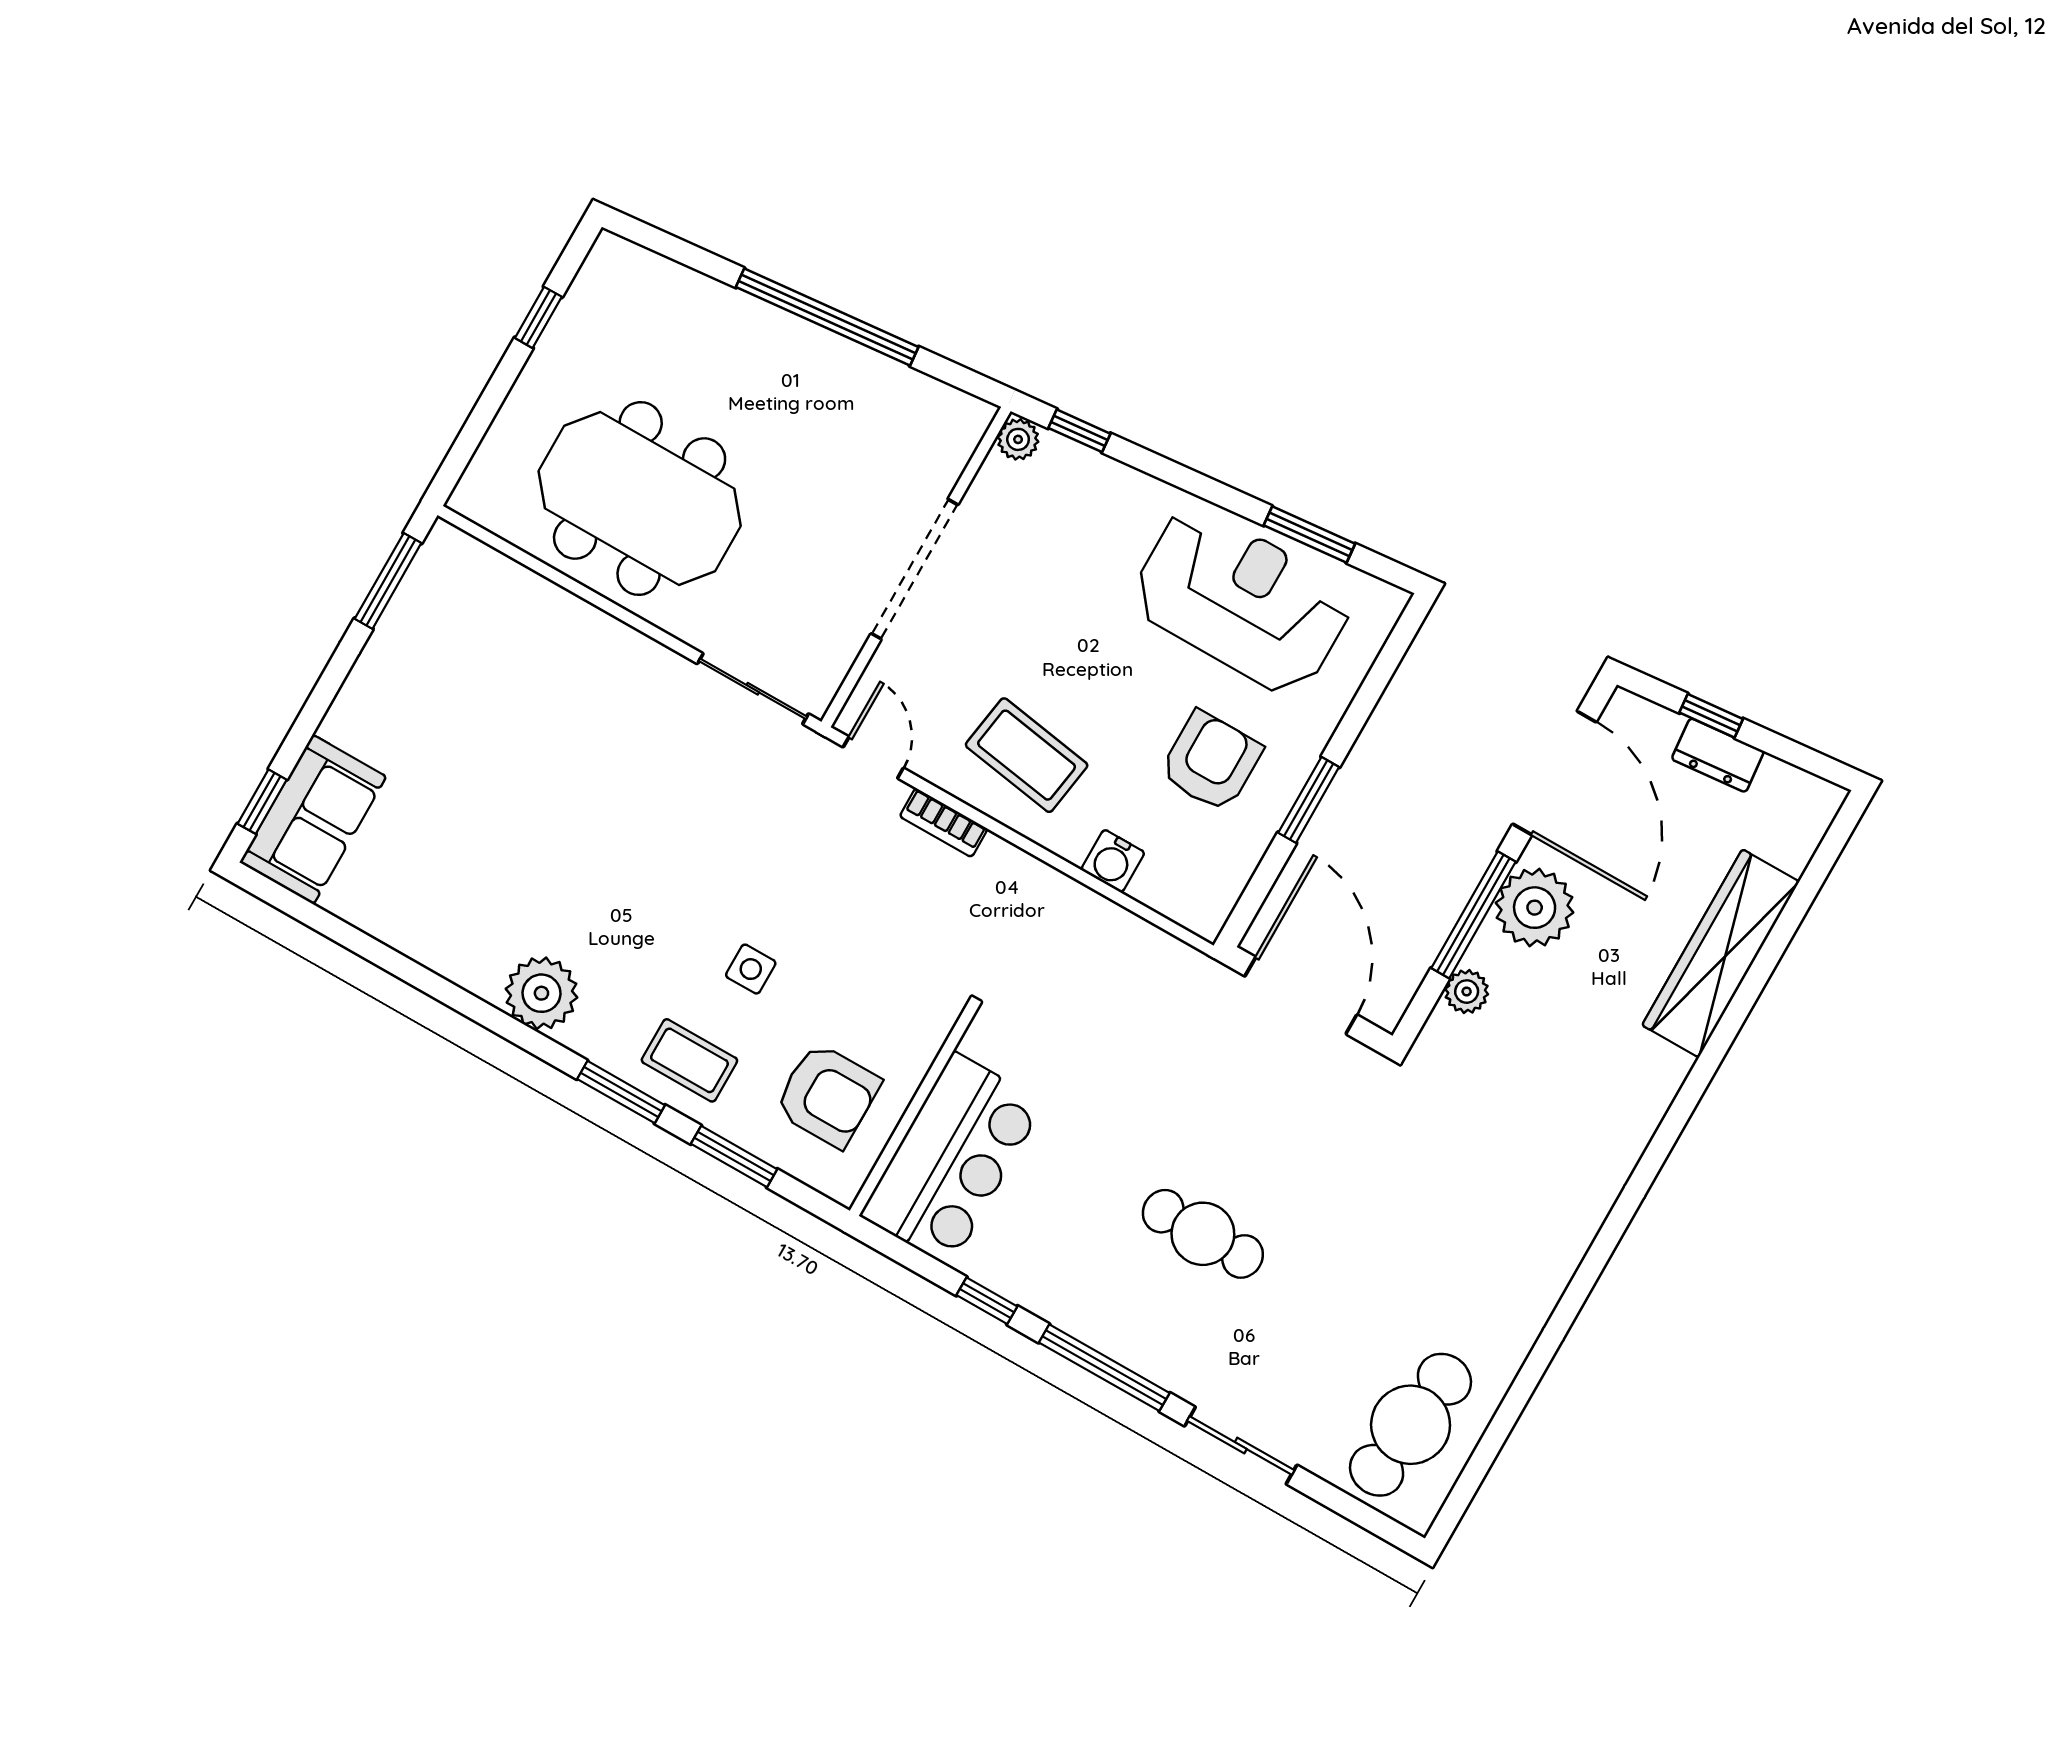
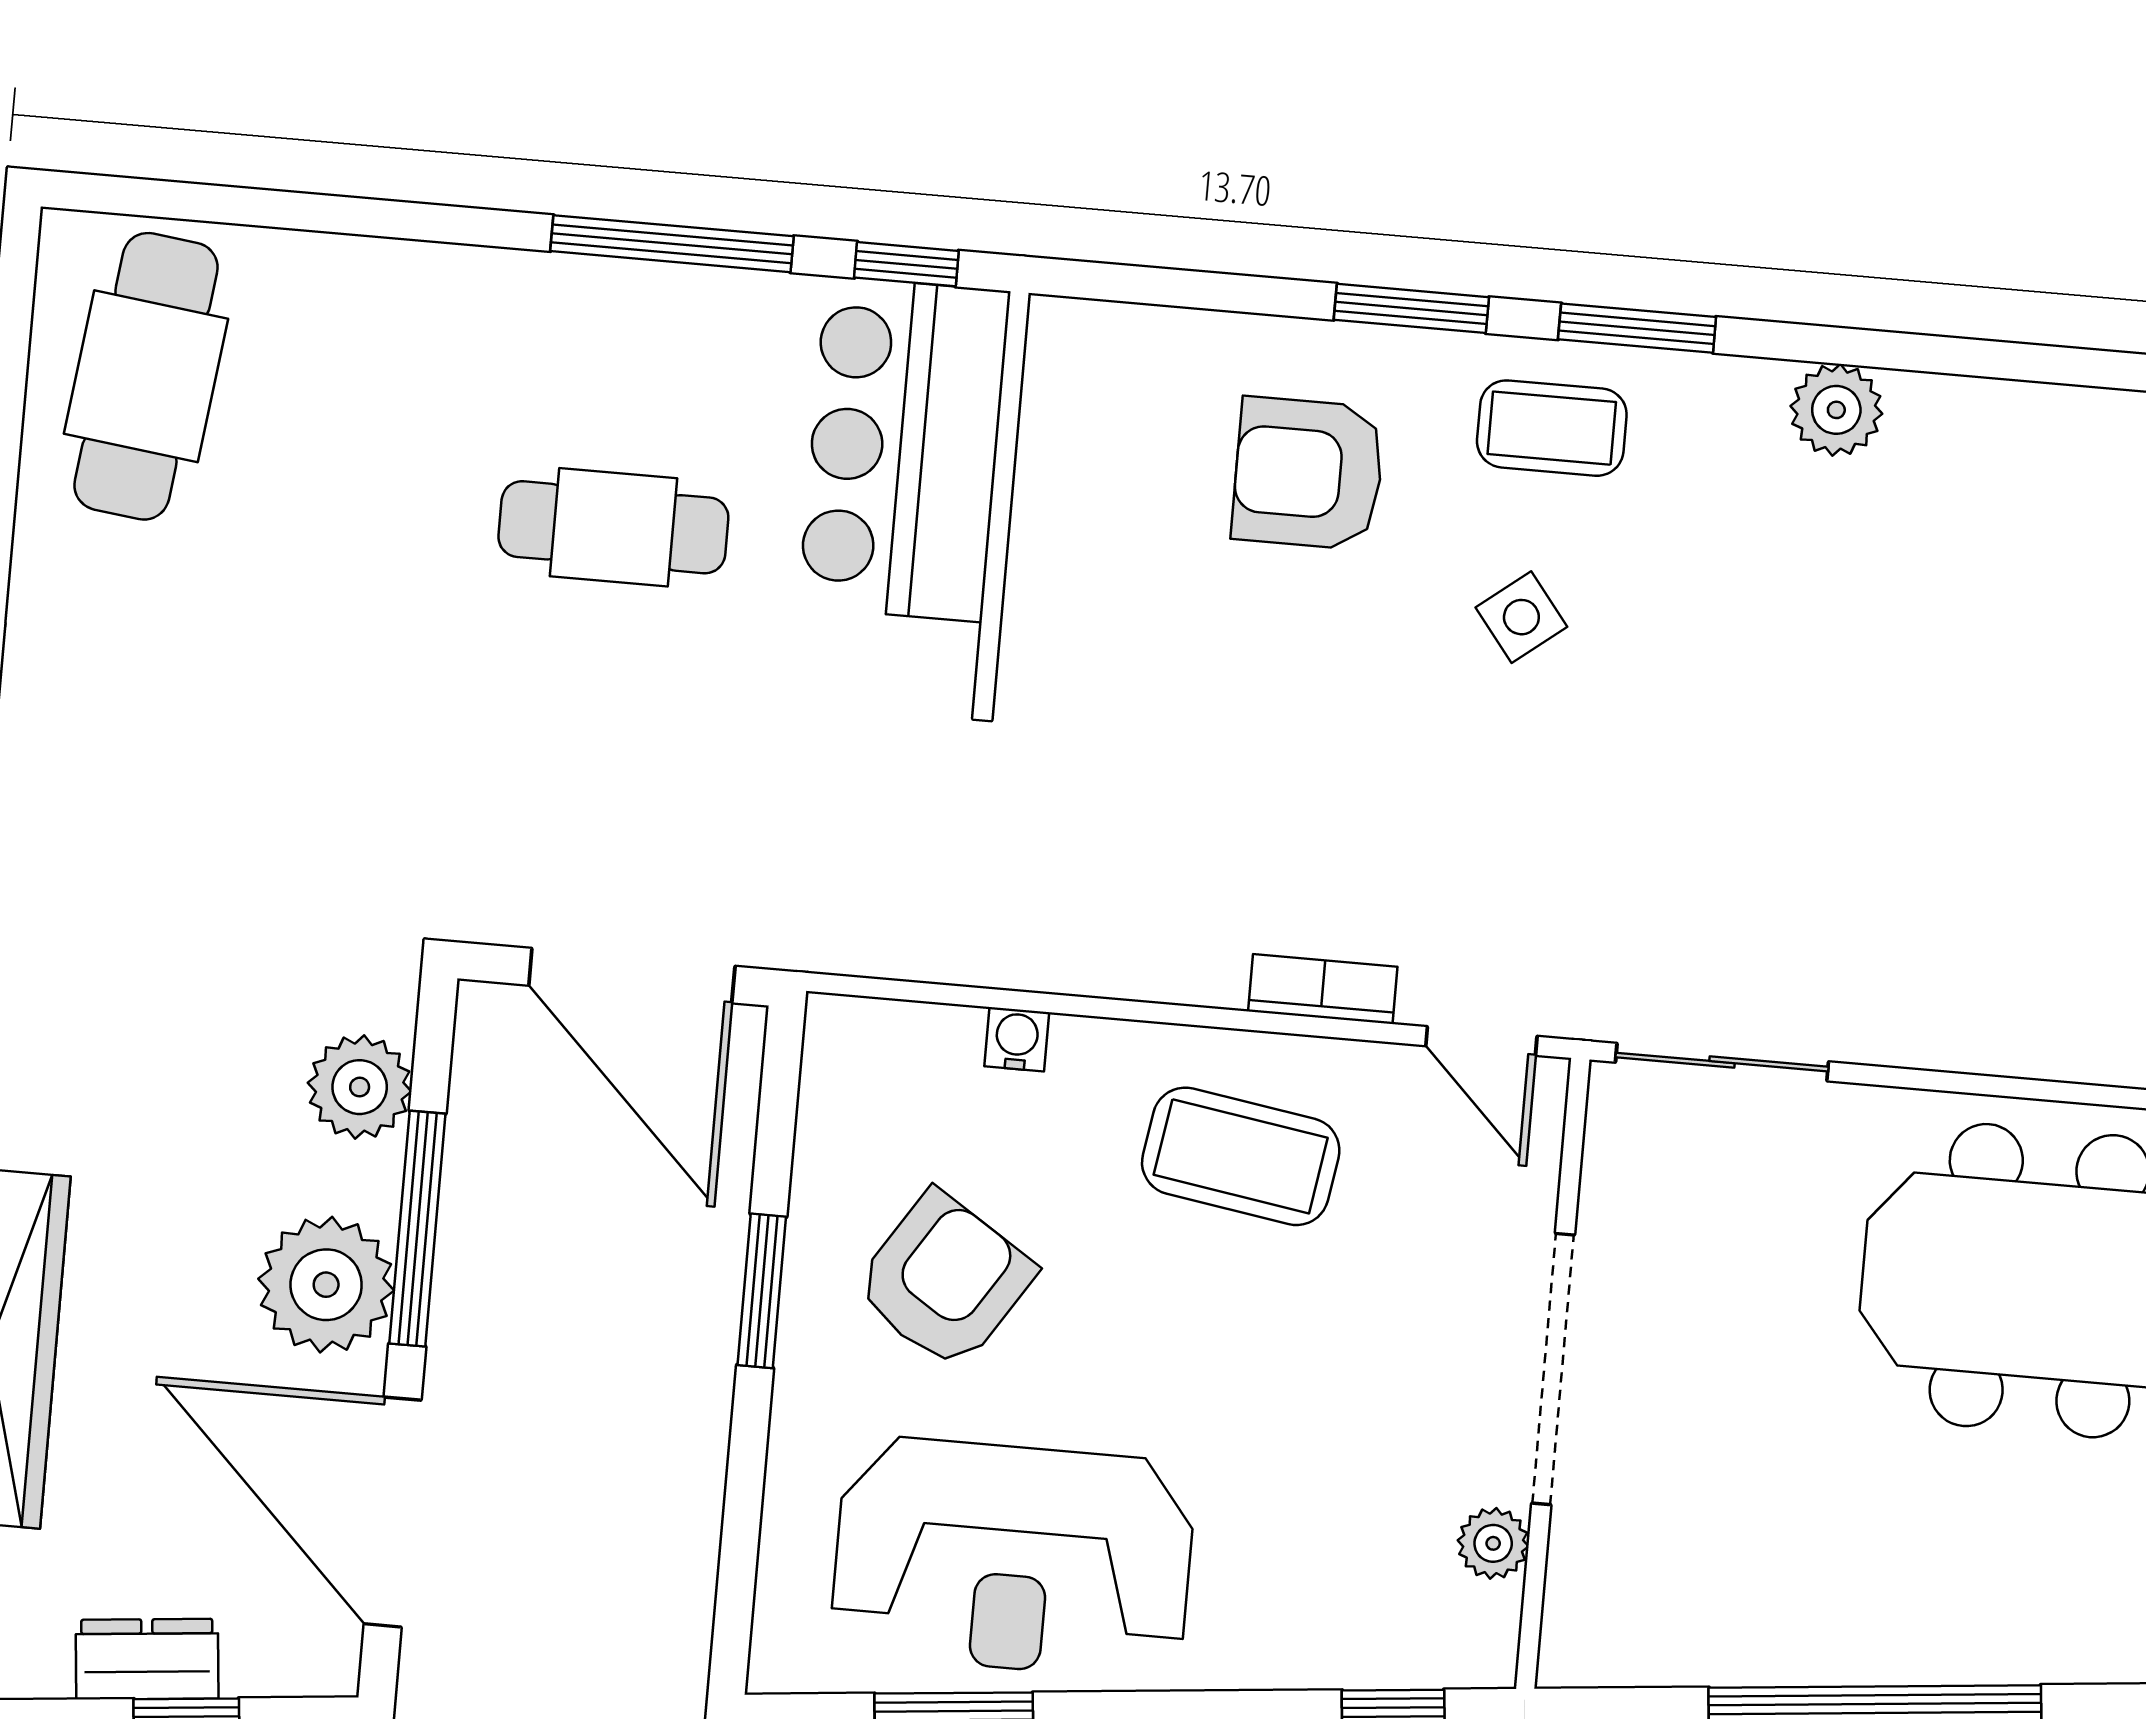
plant: (1018, 439) -> (1493, 1543), moved
armchair: (1211, 761) -> (944, 1280), turned -147
water cooler: (1113, 861) -> (1017, 1039), width x0.72, depth x0.72
side table: (751, 969) -> (1521, 617), turned -38
plant: (1467, 992) -> (360, 1087), width x1.38, depth x1.38
plant: (541, 993) -> (1836, 410), width x0.73, depth x0.73
wall: (913, 1111) -> (1002, 497), moved
bar counter: (952, 1159) -> (904, 449), moved
sliding door: (1241, 1446) -> (400, 220), removed

